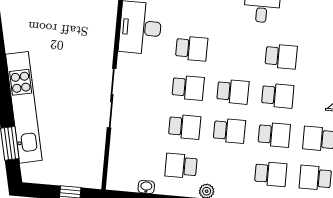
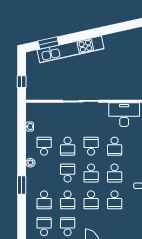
school desk: (236, 52) -> (115, 173), added
school desk: (188, 88) -> (91, 146), turned 180
school desk: (229, 131) -> (68, 173), turned 180

